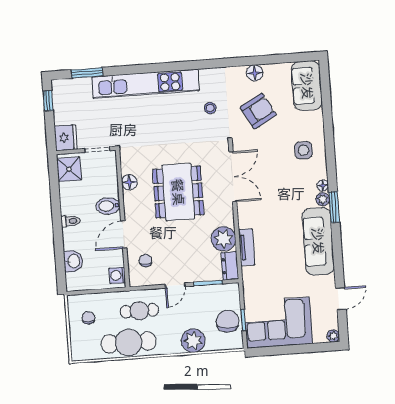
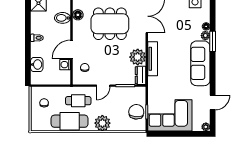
dining table: (178, 192) -> (110, 24), turned 90
bidet: (108, 206) -> (63, 18), moved
tv unit: (247, 247) -> (153, 59), width x1.41
washing machine: (117, 275) -> (65, 65), moved
plant: (193, 341) -> (102, 123), moved

